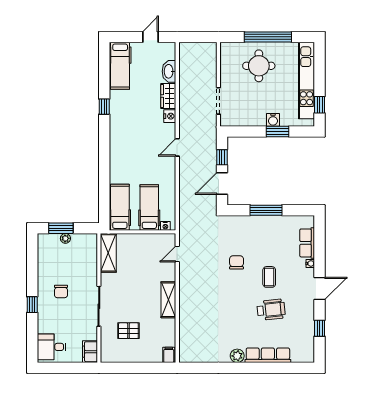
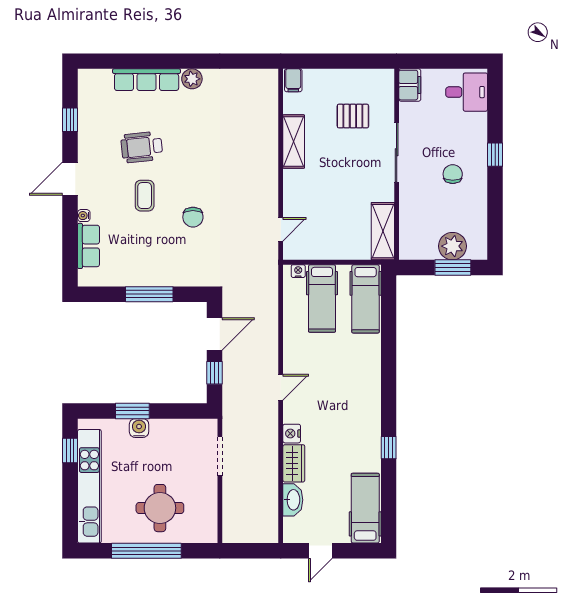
plant: (65, 238) -> (453, 246), width x1.88, depth x1.88
shelving: (168, 300) -> (294, 142), moved

